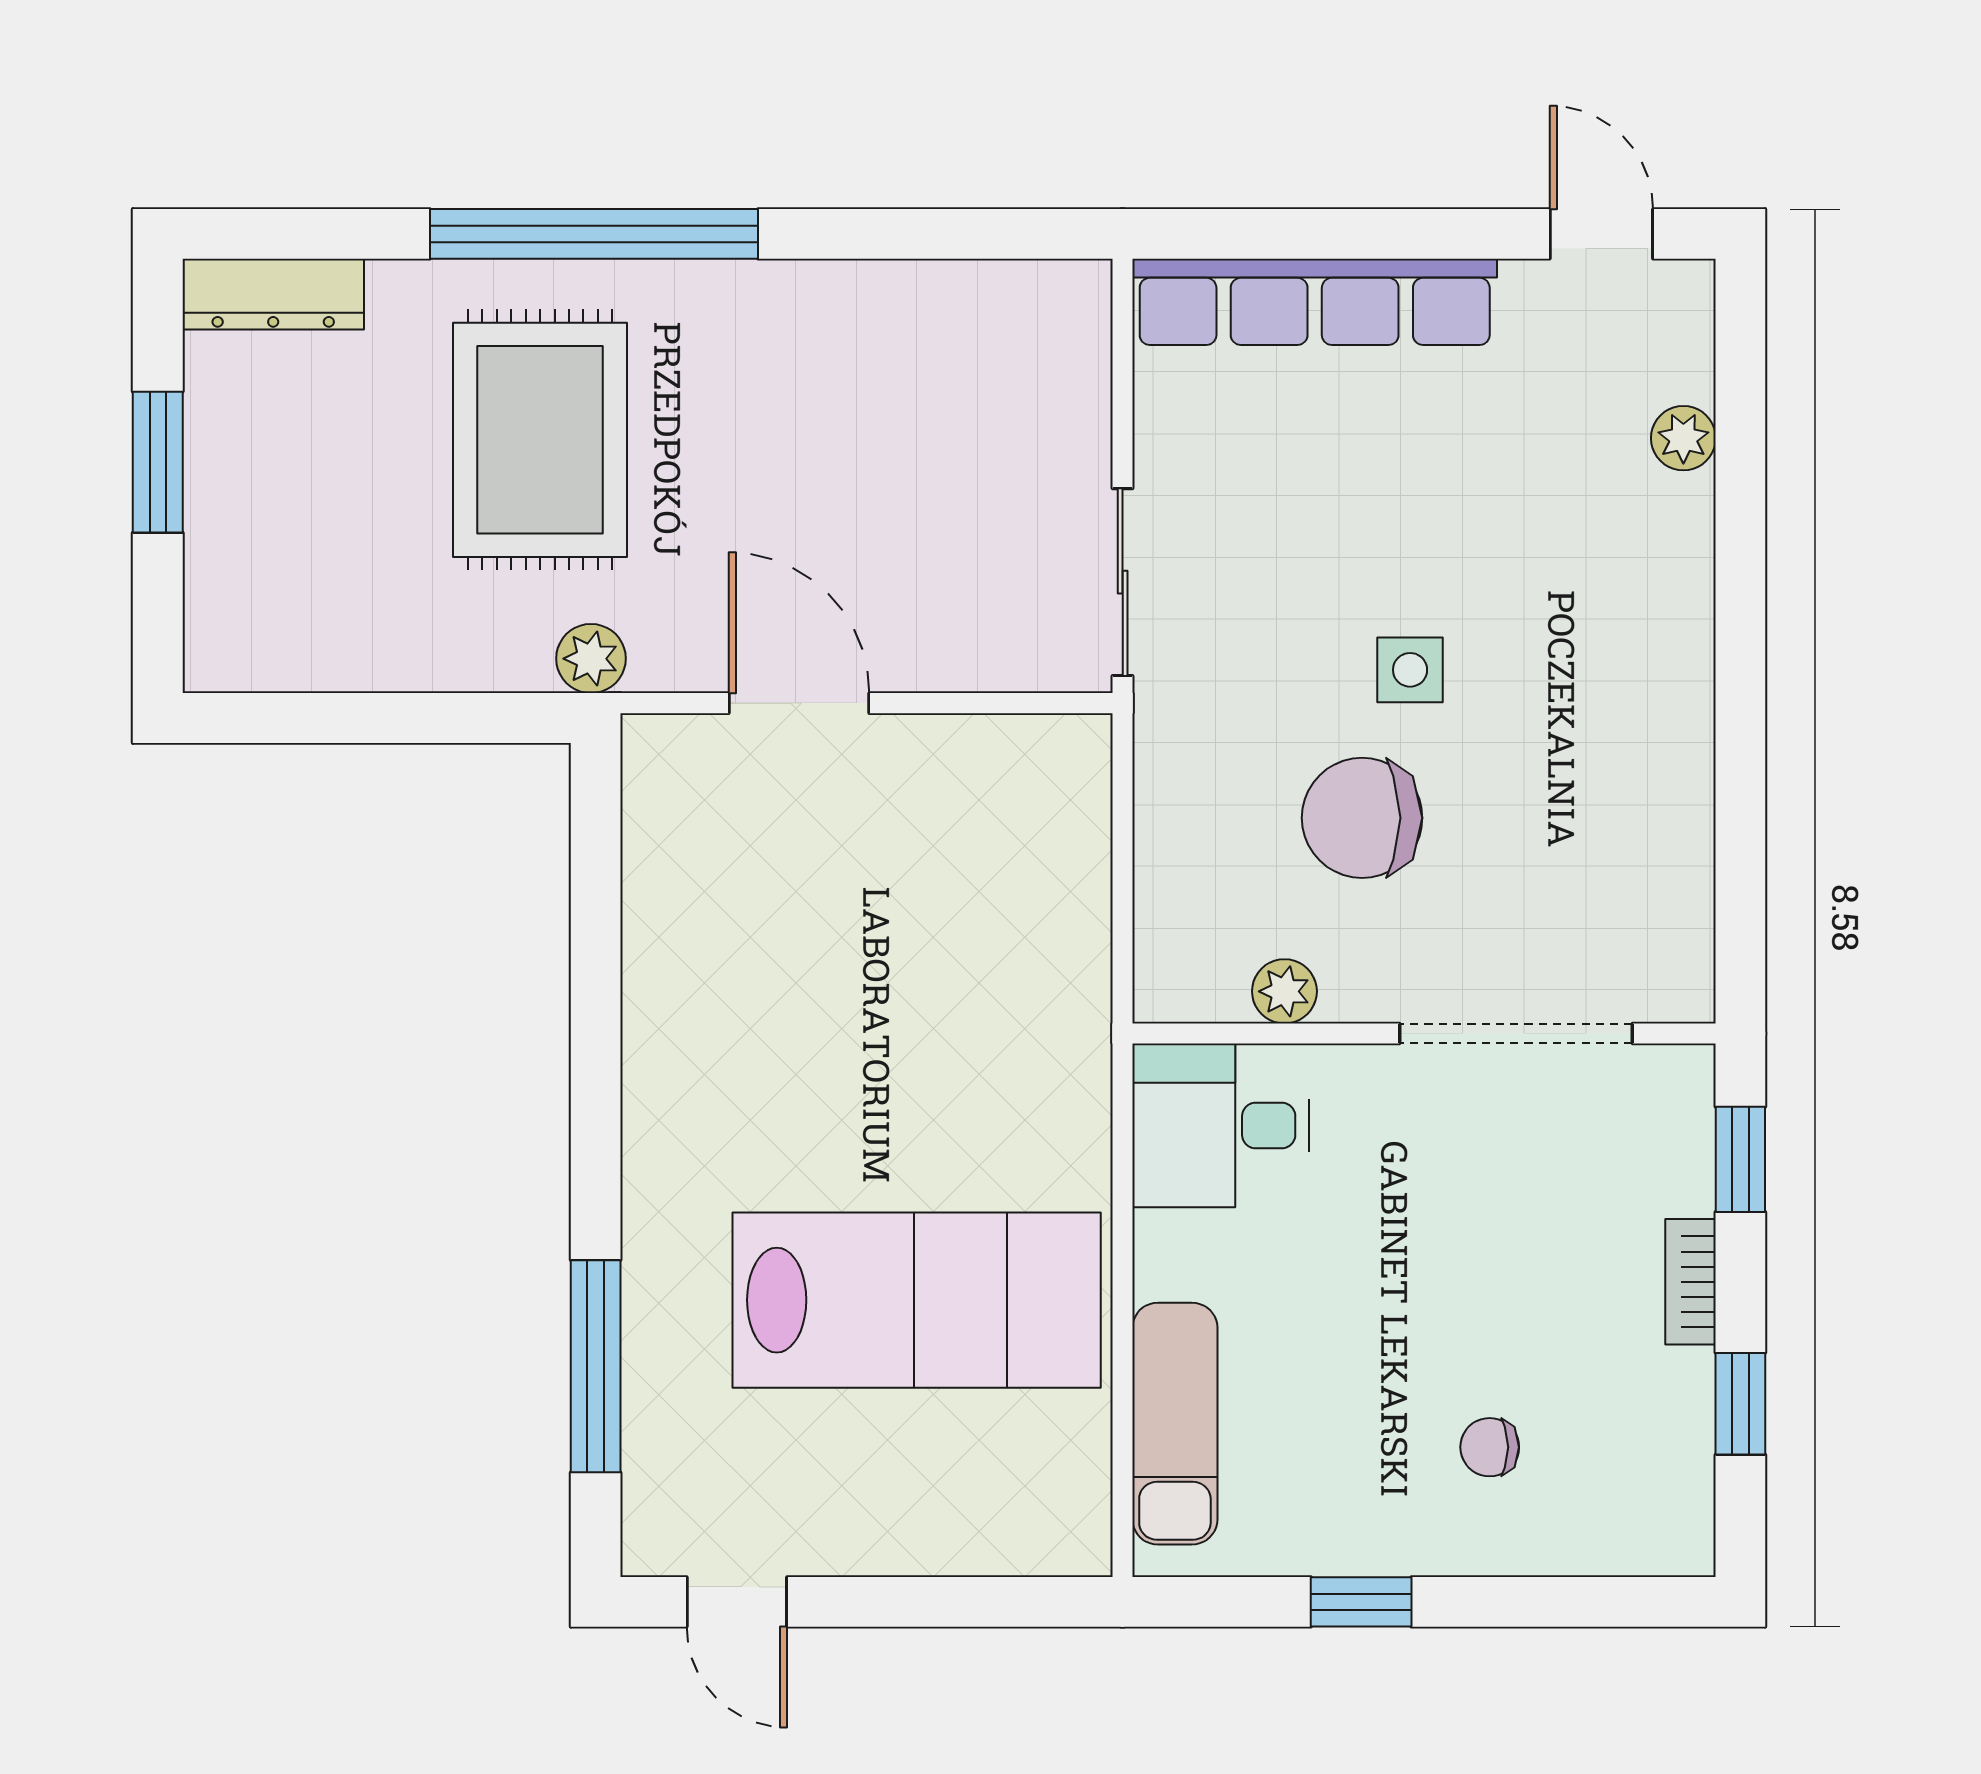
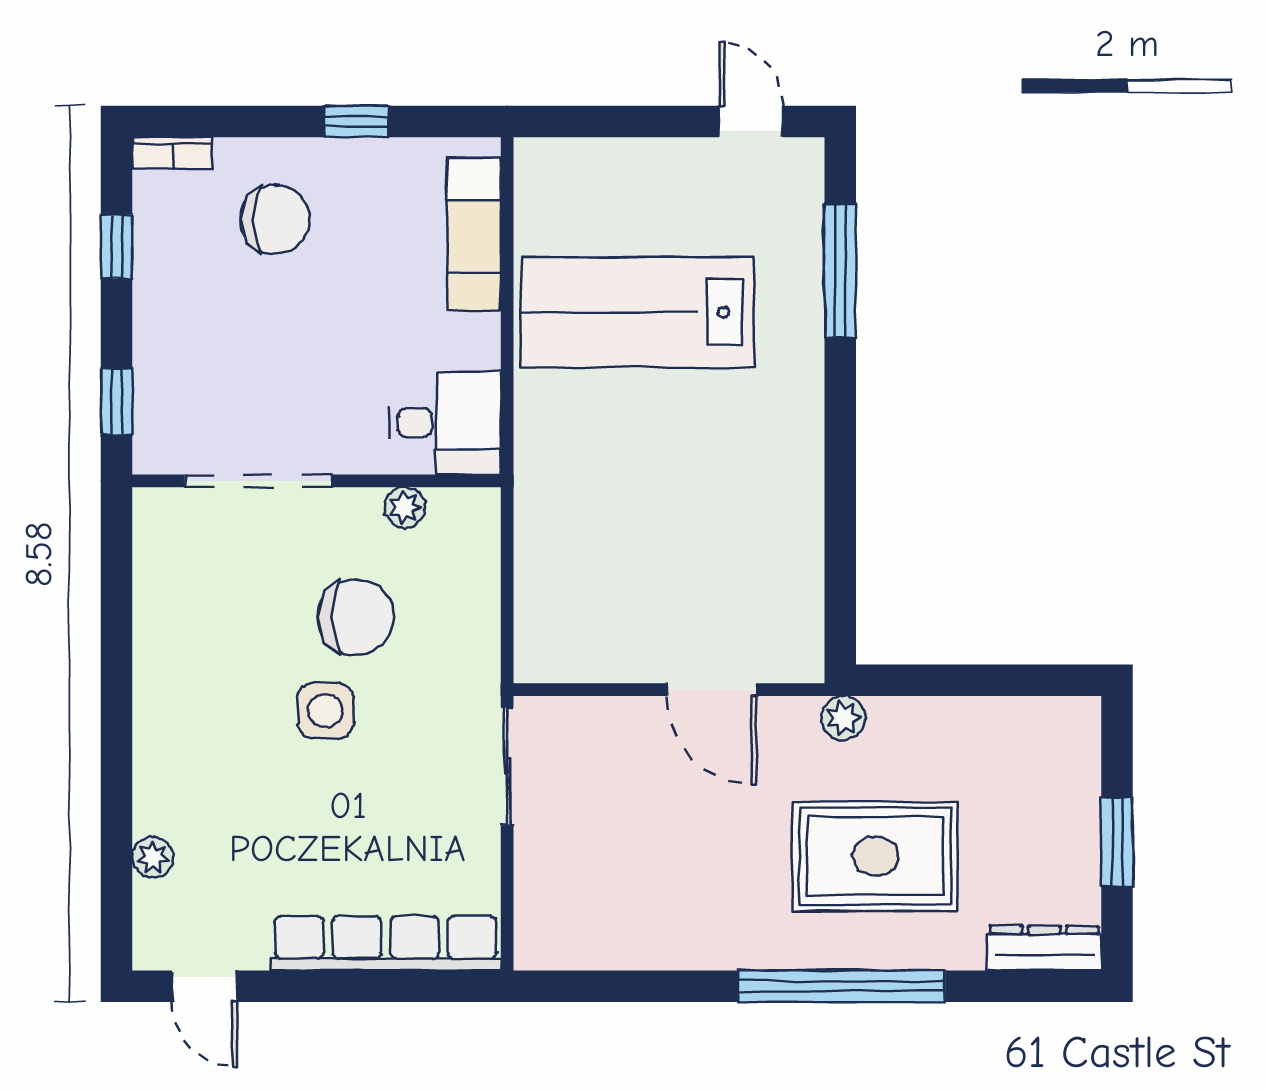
rug: (540, 440) -> (875, 856), turned 90
side table: (1410, 670) -> (325, 711), width x1.37, depth x1.37
bookcase: (1691, 1282) -> (172, 153), moved, turned 90
chair: (1490, 1447) -> (275, 219), width x1.87, depth x1.87

